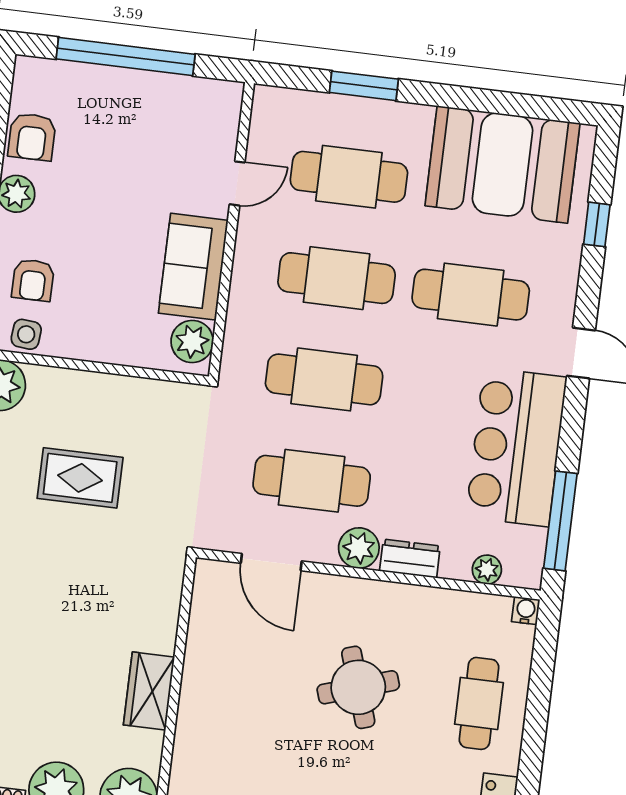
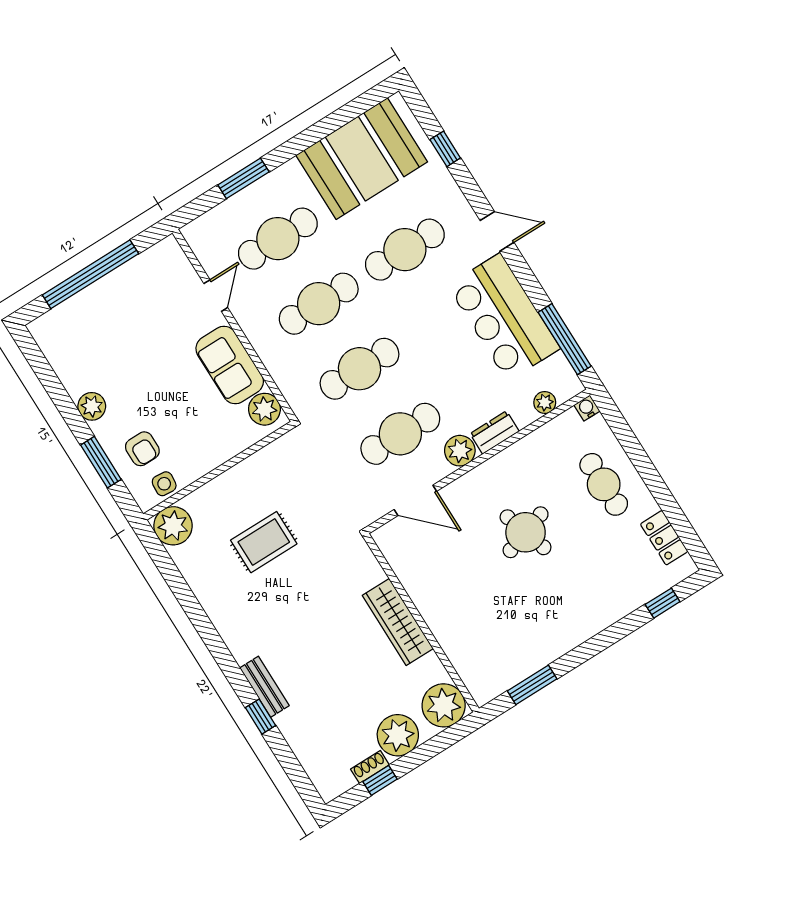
armchair: (32, 137) -> (74, 366), removed
wardrobe: (149, 691) -> (398, 622), width x1.50

